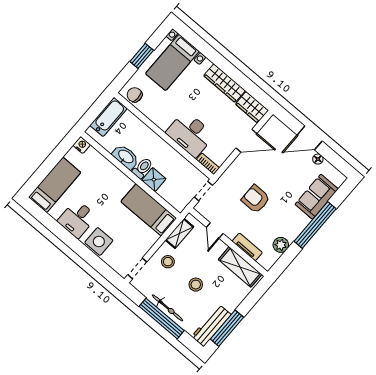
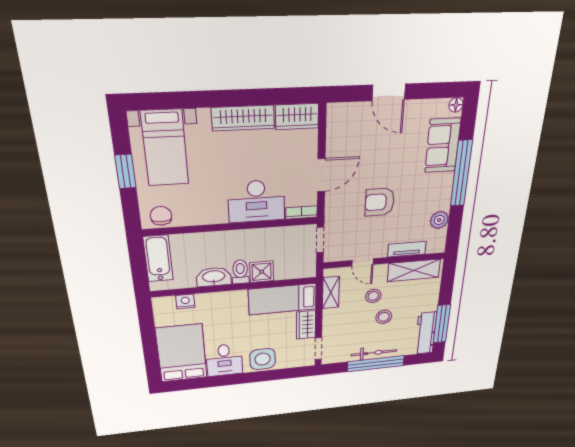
chair: (135, 95) -> (161, 216), turned 90
door: (310, 138) -> (389, 92), hinge flipped
door: (246, 141) -> (321, 175), moved
nightstand: (82, 145) -> (185, 301), moved
floor lamp: (318, 159) -> (456, 105), moved
bed: (55, 185) -> (182, 353), width x1.50
wardrobe: (146, 242) -> (306, 325), added
stool: (168, 262) -> (373, 296), moved

